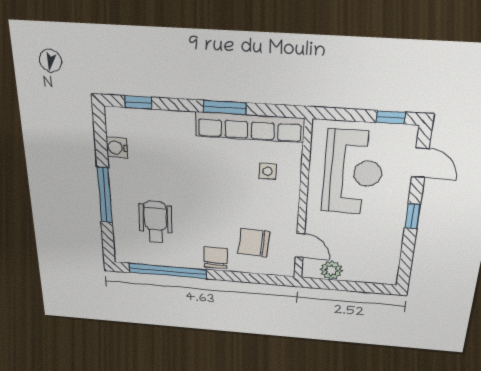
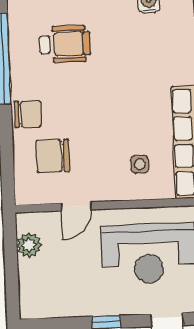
chair: (254, 243) -> (53, 156), turned -94
door: (300, 245) -> (76, 206), moved

